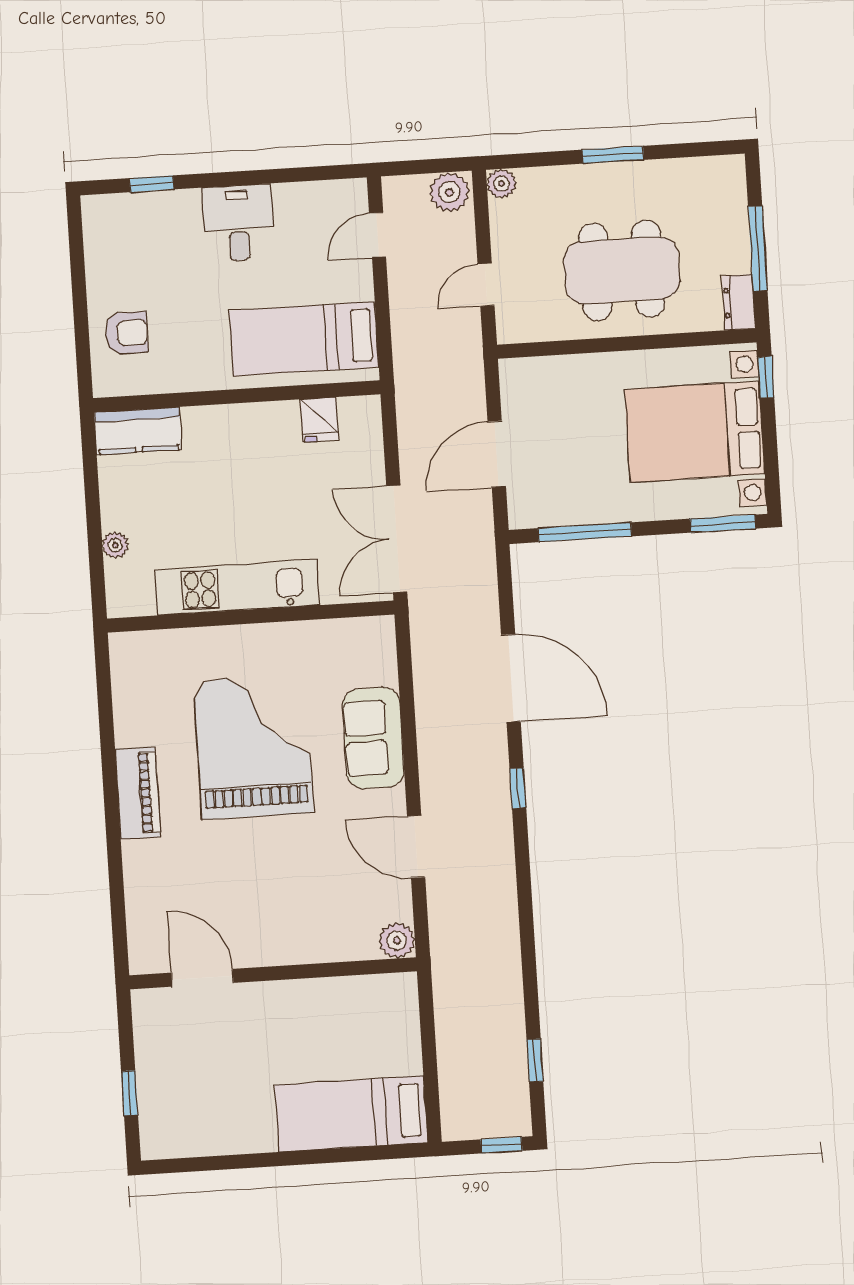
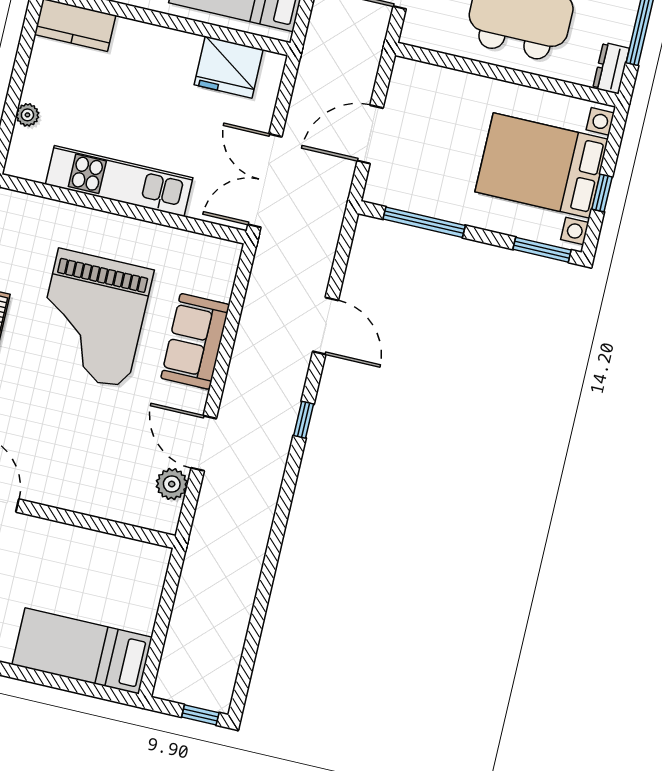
window: (766, 377) -> (602, 193), moved
fridge: (319, 419) -> (229, 67), width x1.88, depth x1.34
door: (511, 678) -> (326, 326), width x0.73
grand piano: (253, 746) -> (93, 318), turned 180
plant: (397, 940) -> (172, 484), moved
window: (535, 1060) -> (250, 652), removed

